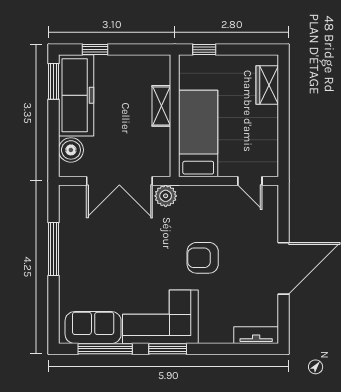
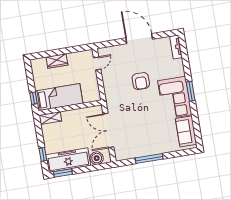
wardrobe: (267, 85) -> (57, 61), moved
shelving: (161, 106) -> (50, 118), moved
bed: (198, 133) -> (59, 97), moved, turned 180
double door: (119, 181) -> (108, 131), swing flipped
plant: (166, 196) -> (112, 105), removed
window: (105, 349) -> (196, 123), removed

